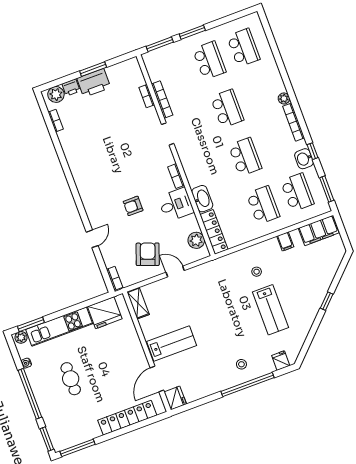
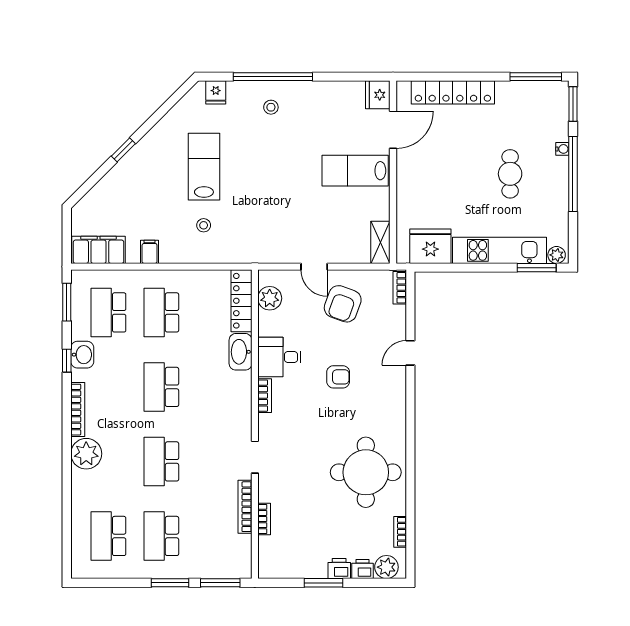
printer: (94, 83) -> (339, 569), width x0.53, depth x0.68
plant: (284, 98) -> (86, 454), width x1.88, depth x1.88
round table: (92, 151) -> (366, 472), added
water cooler: (26, 363) -> (562, 149), moved

